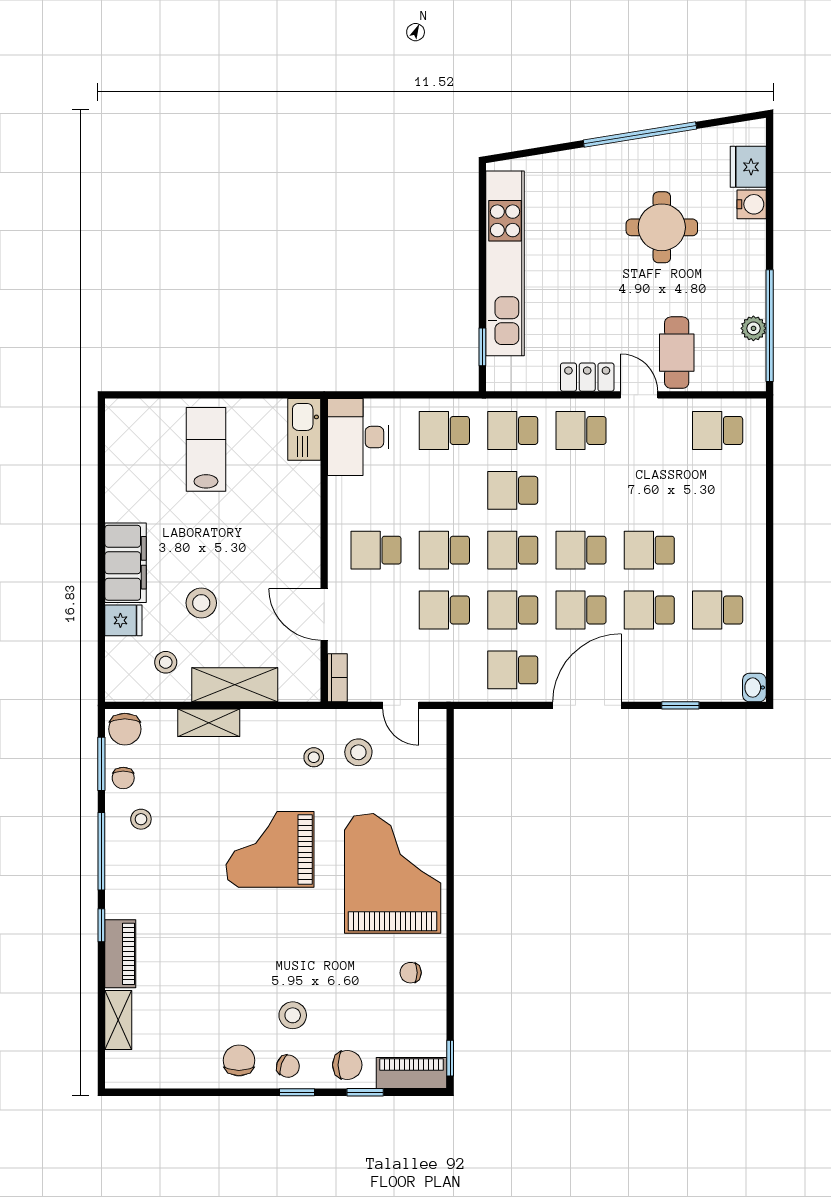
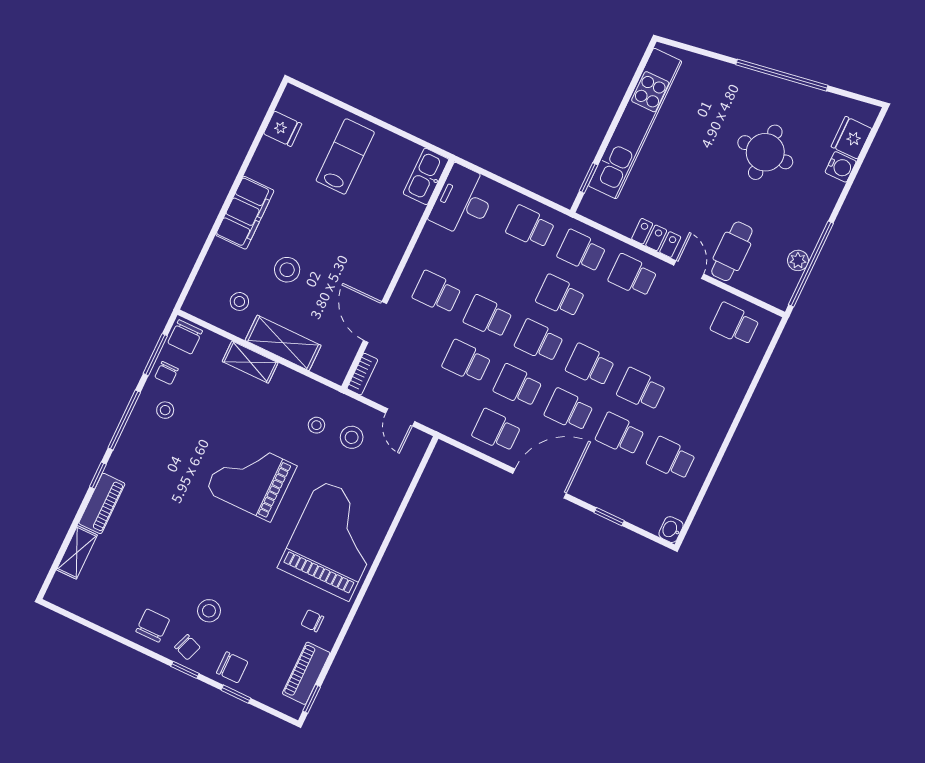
fridge: (123, 620) -> (283, 129), moved
piano: (411, 1073) -> (306, 673), moved, turned -90

